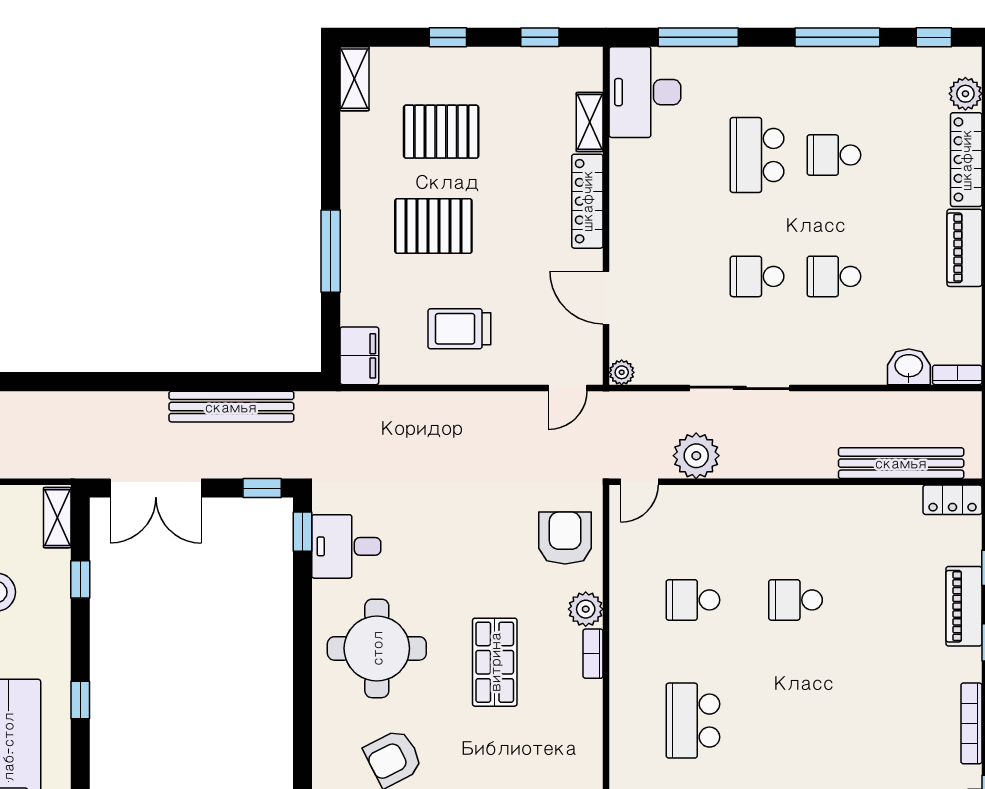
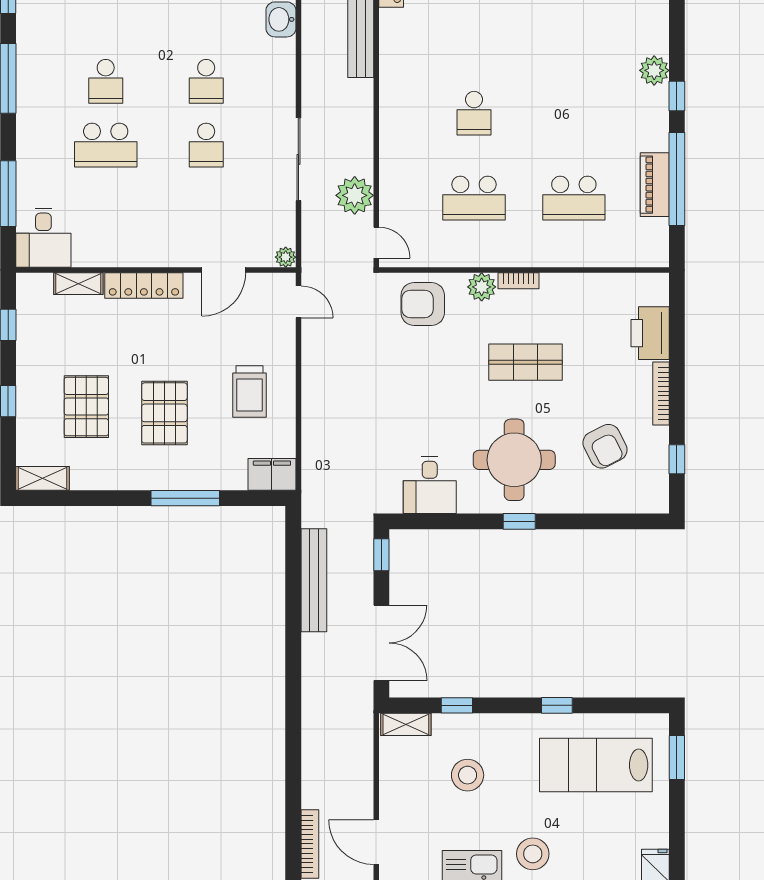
desk: (645, 92) -> (43, 238), width x0.73
window: (302, 532) -> (519, 521), moved
school desk: (693, 600) -> (474, 198), width x1.85

